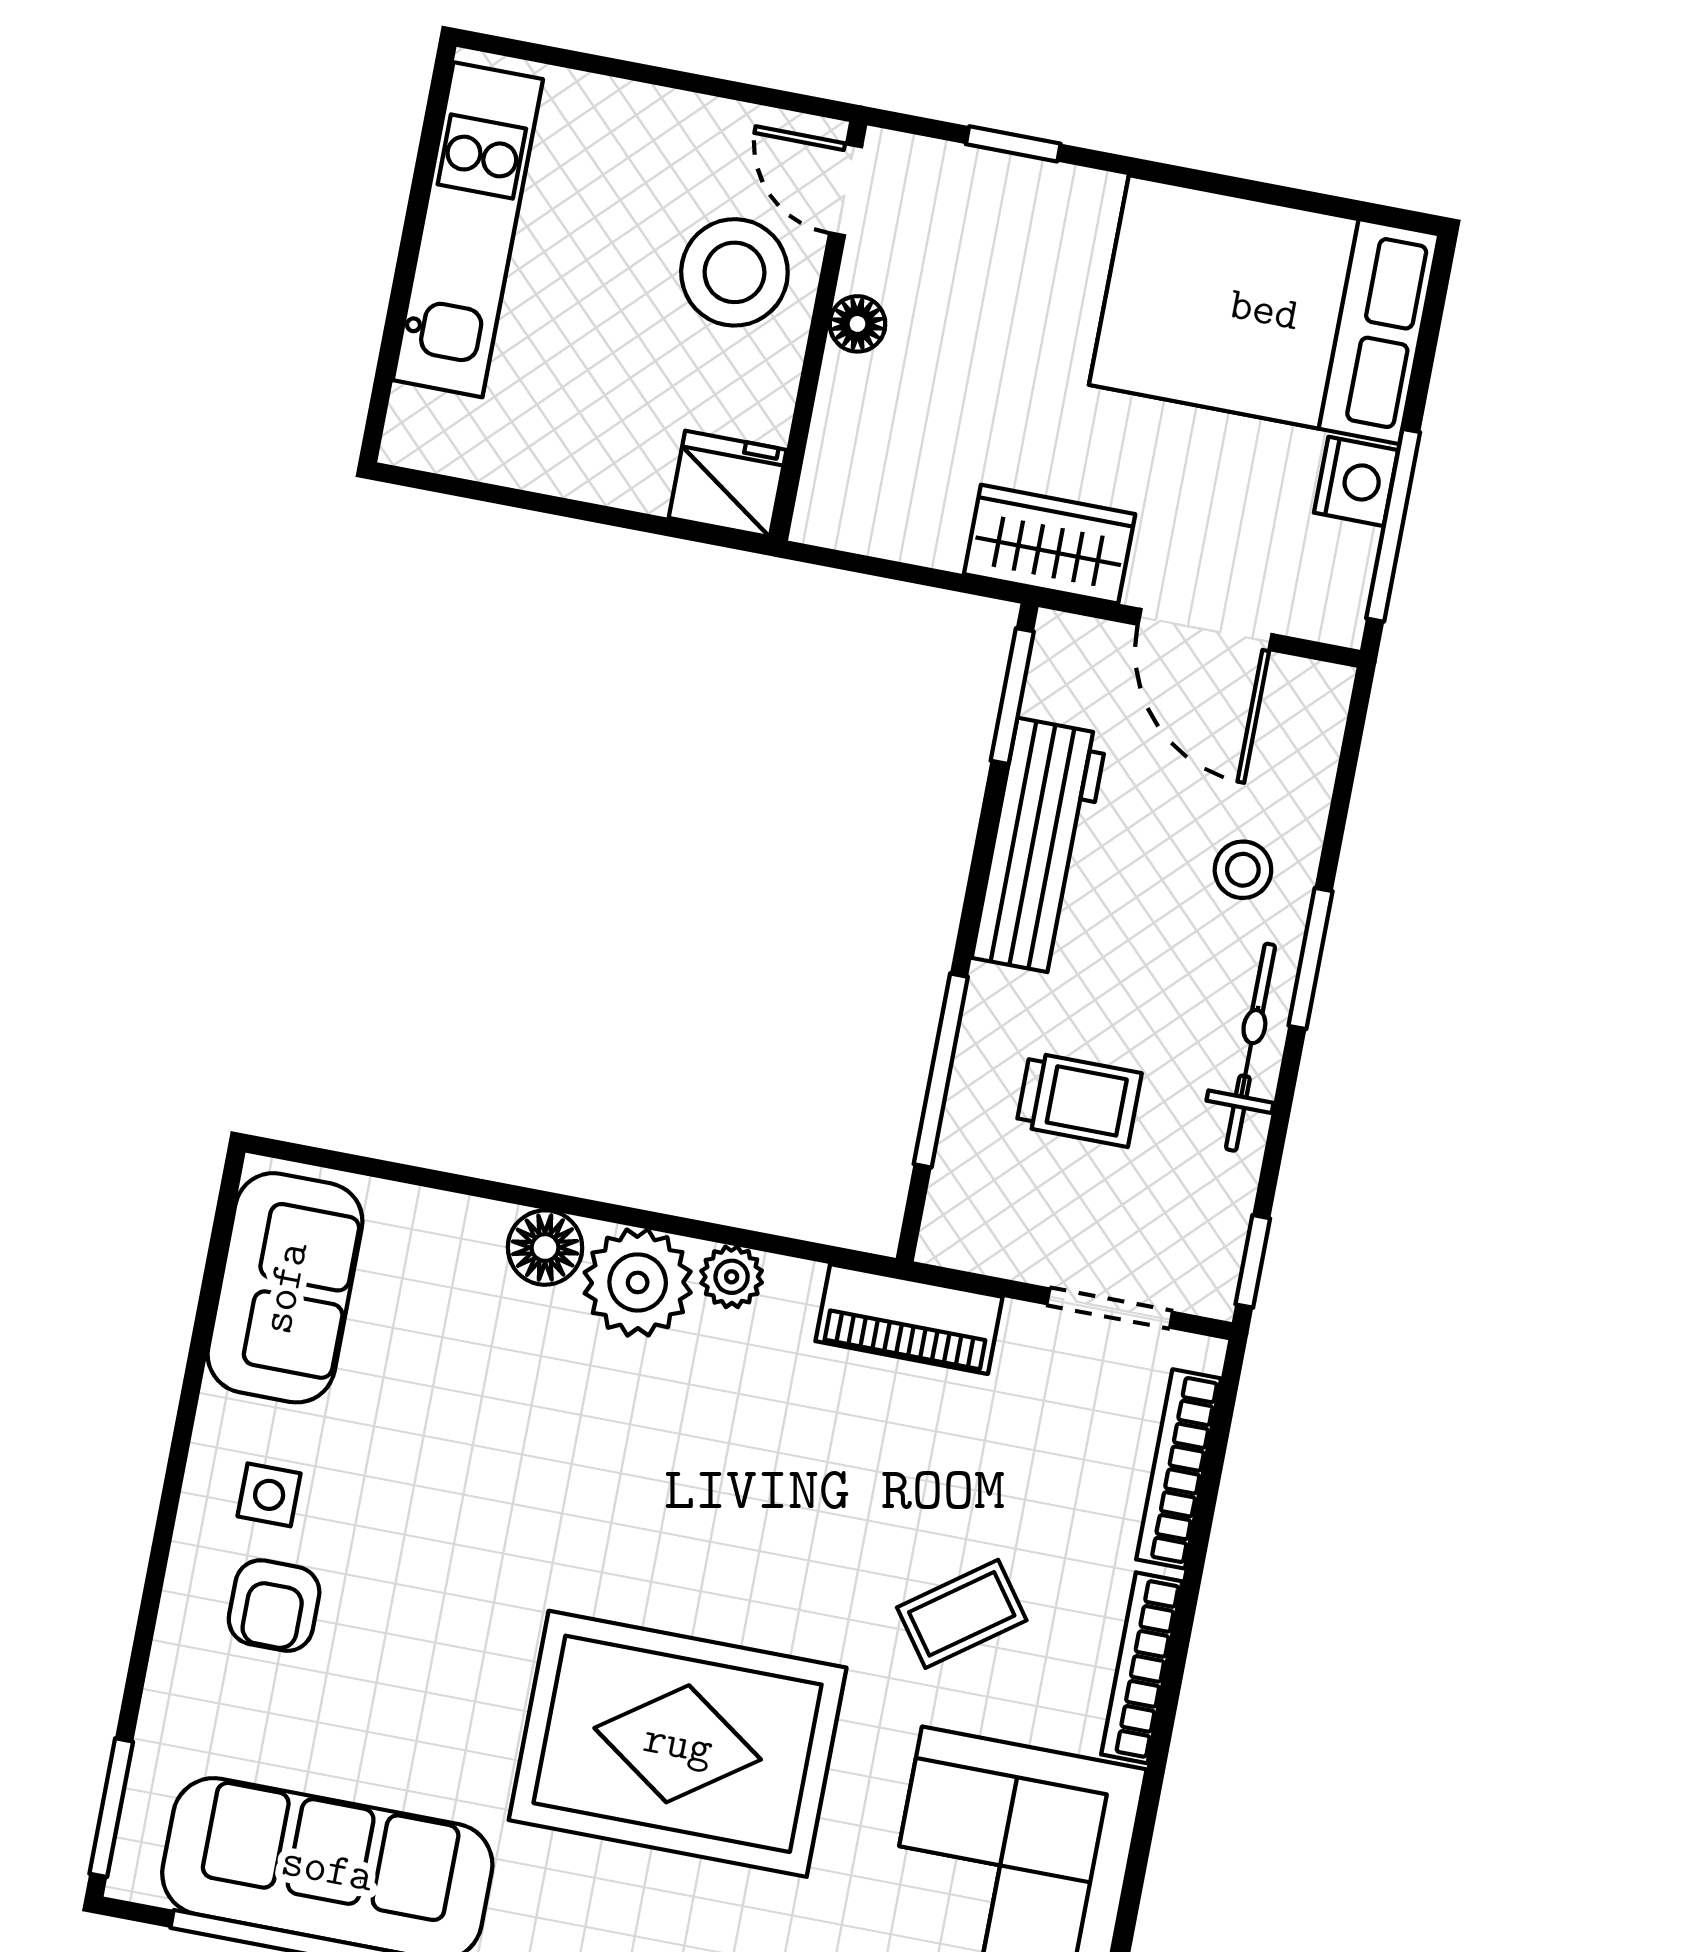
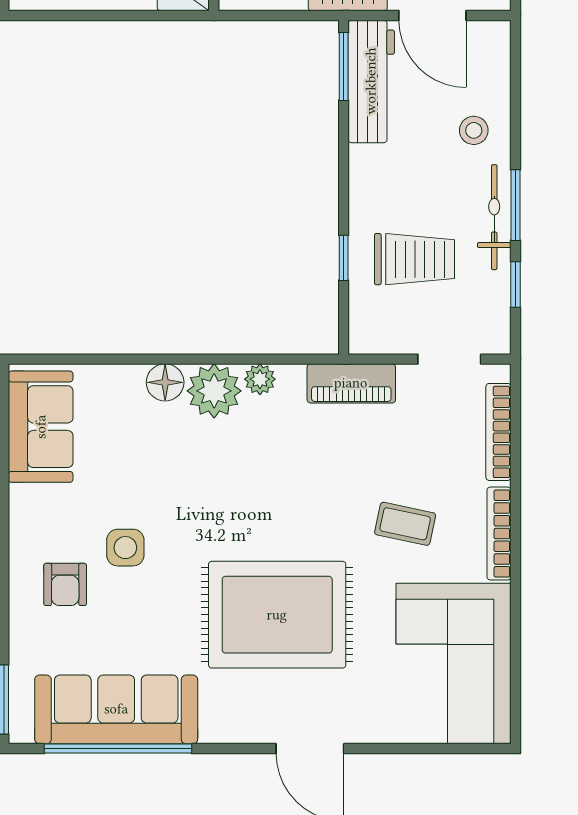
workbench: (1040, 846) -> (371, 81), moved
window: (1311, 959) -> (515, 205), moved
window: (941, 1070) -> (344, 258), width x0.46
trolley: (1079, 1099) -> (414, 259), width x1.36, depth x1.39
window: (1253, 1261) -> (515, 284), moved
side table: (269, 1495) -> (125, 548), moved, width x1.37, depth x1.37
coffee table: (962, 1614) -> (405, 524), turned 48

